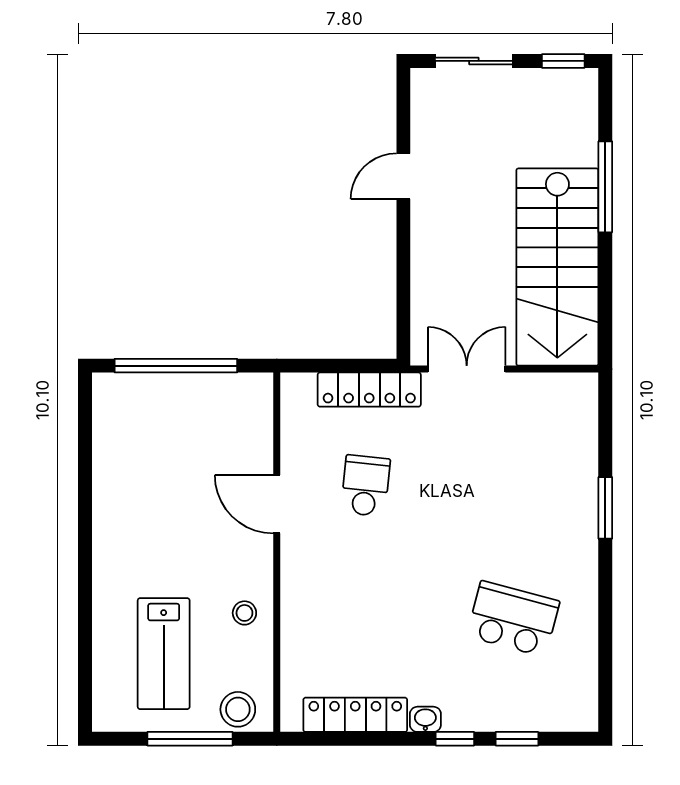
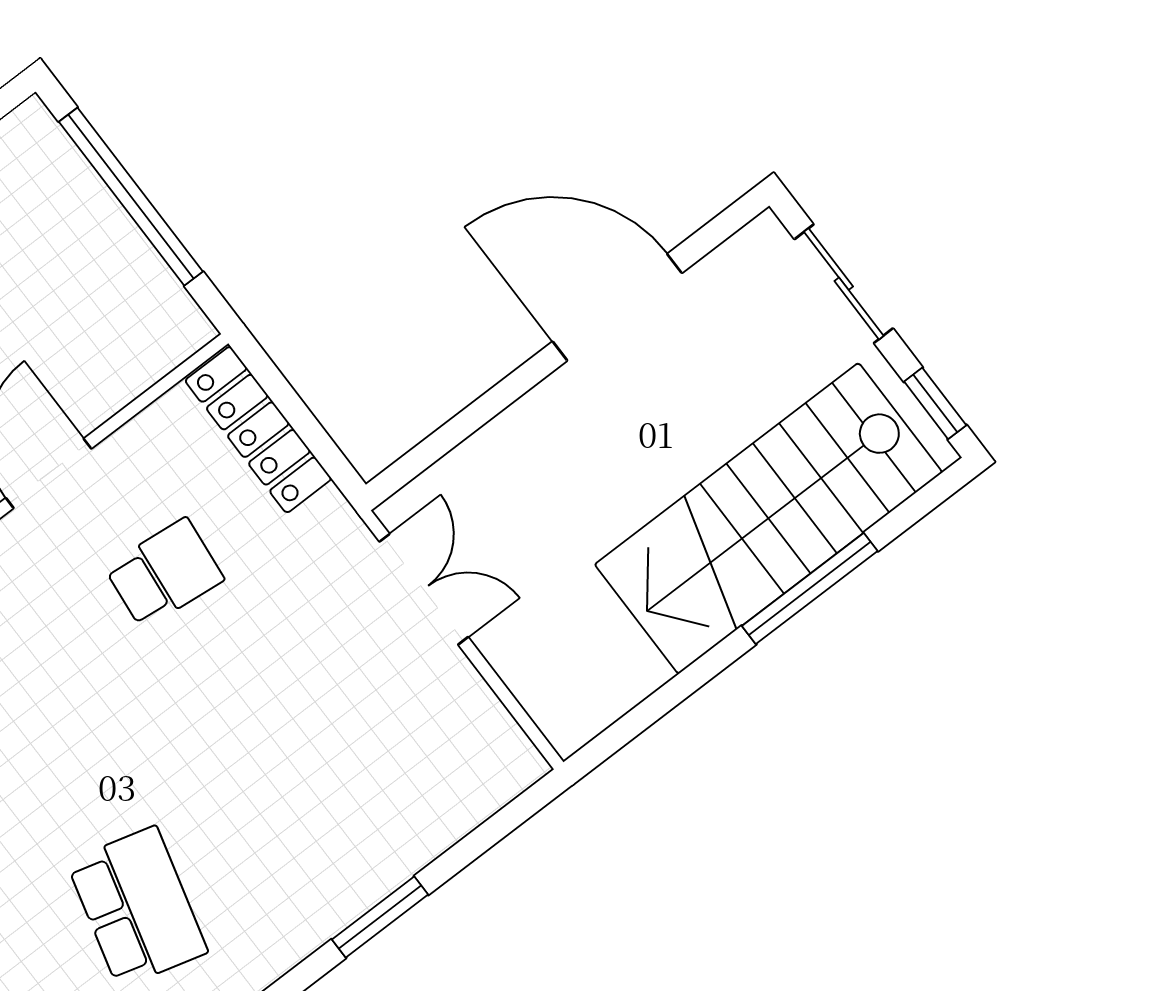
door: (403, 176) -> (617, 307), width x1.88
stairs: (557, 267) -> (768, 518), moved
locker: (369, 390) -> (258, 430), moved

